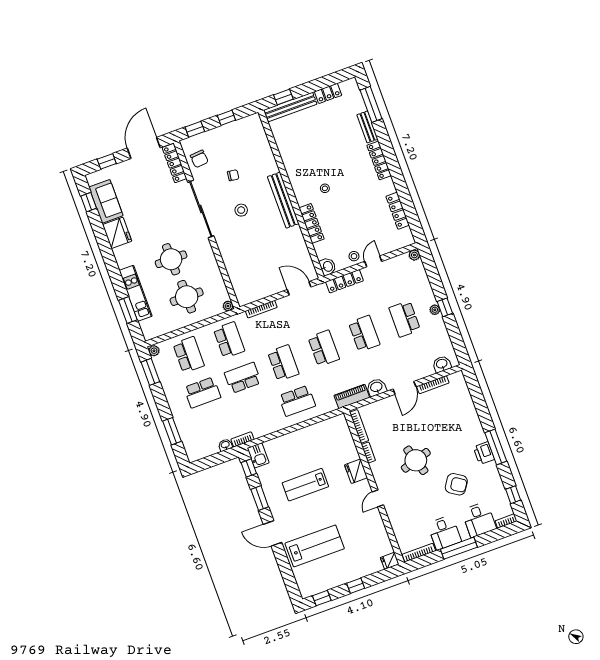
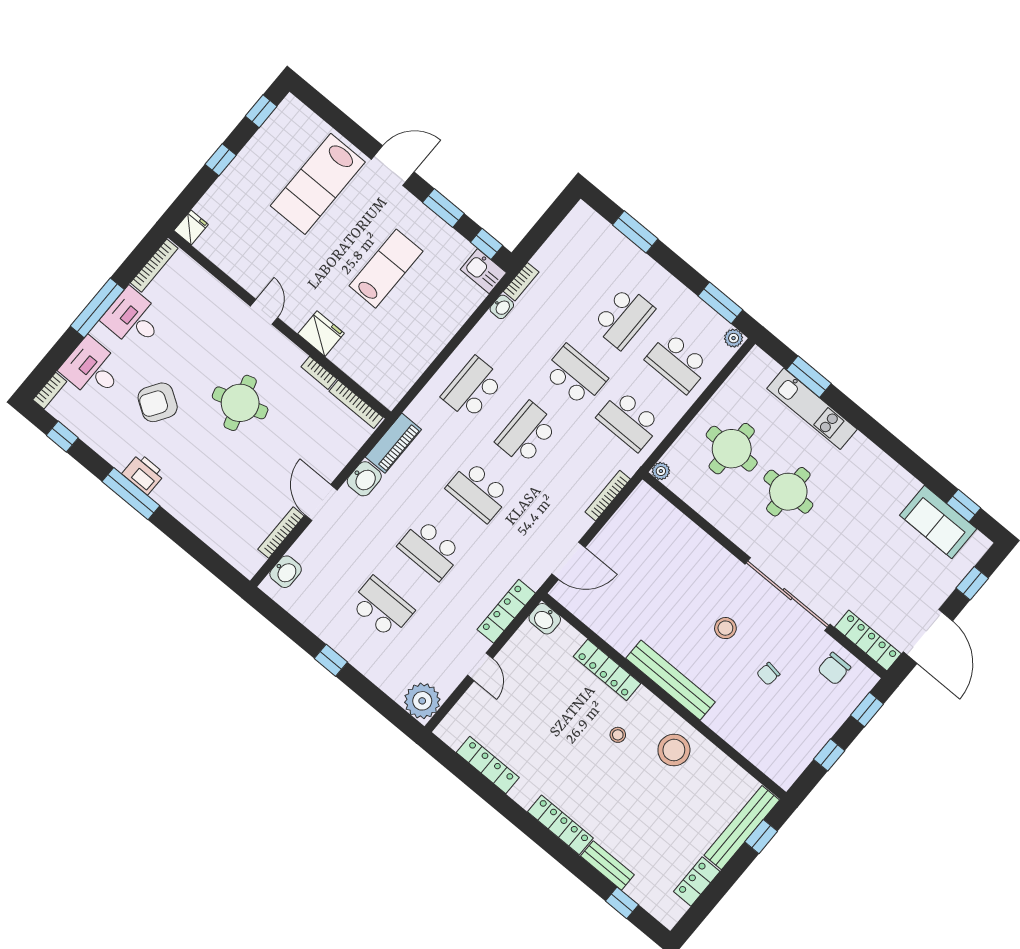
window: (371, 104) -> (622, 903), width x0.46
chair: (199, 159) -> (834, 669), turned -85
fridge: (117, 233) -> (893, 484), removed
plant: (414, 255) -> (422, 701), width x1.88, depth x1.88
stool: (354, 256) -> (674, 750), moved, width x1.89, depth x1.89
plant: (435, 310) -> (344, 648), removed
school desk: (283, 363) -> (527, 433), turned 90
school desk: (243, 378) -> (575, 375), turned -90
school desk: (202, 392) -> (623, 317), turned 180
washbasin: (225, 445) -> (502, 307), moved

